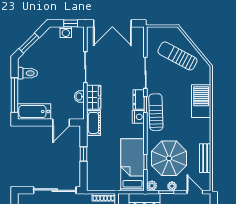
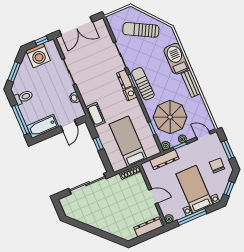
washing machine: (66, 32) -> (38, 56), width x1.89, depth x1.89
wardrobe: (94, 97) -> (86, 93), removed
bench: (205, 158) -> (191, 84), moved
bed: (133, 165) -> (128, 141), moved

